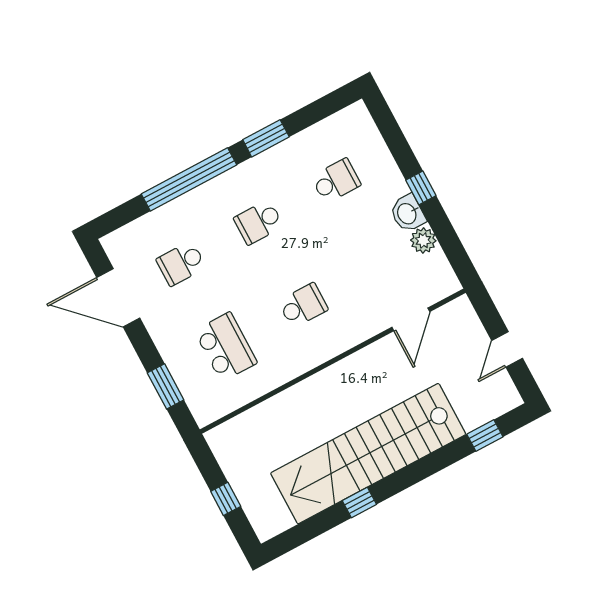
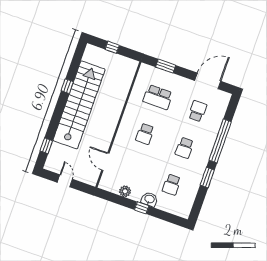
washbasin: (408, 213) -> (149, 199), moved
school desk: (259, 222) -> (185, 148), turned 180

